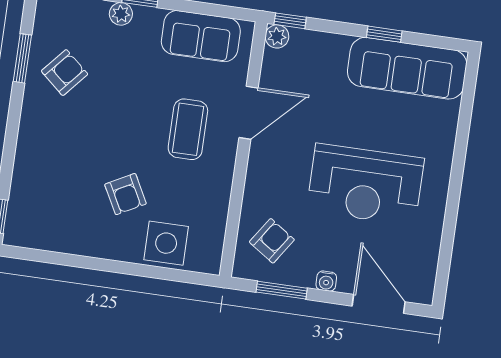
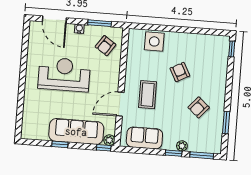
sofa: (407, 68) -> (76, 132), moved
armchair: (65, 73) -> (199, 107), moved
armchair: (126, 194) -> (180, 72), moved

